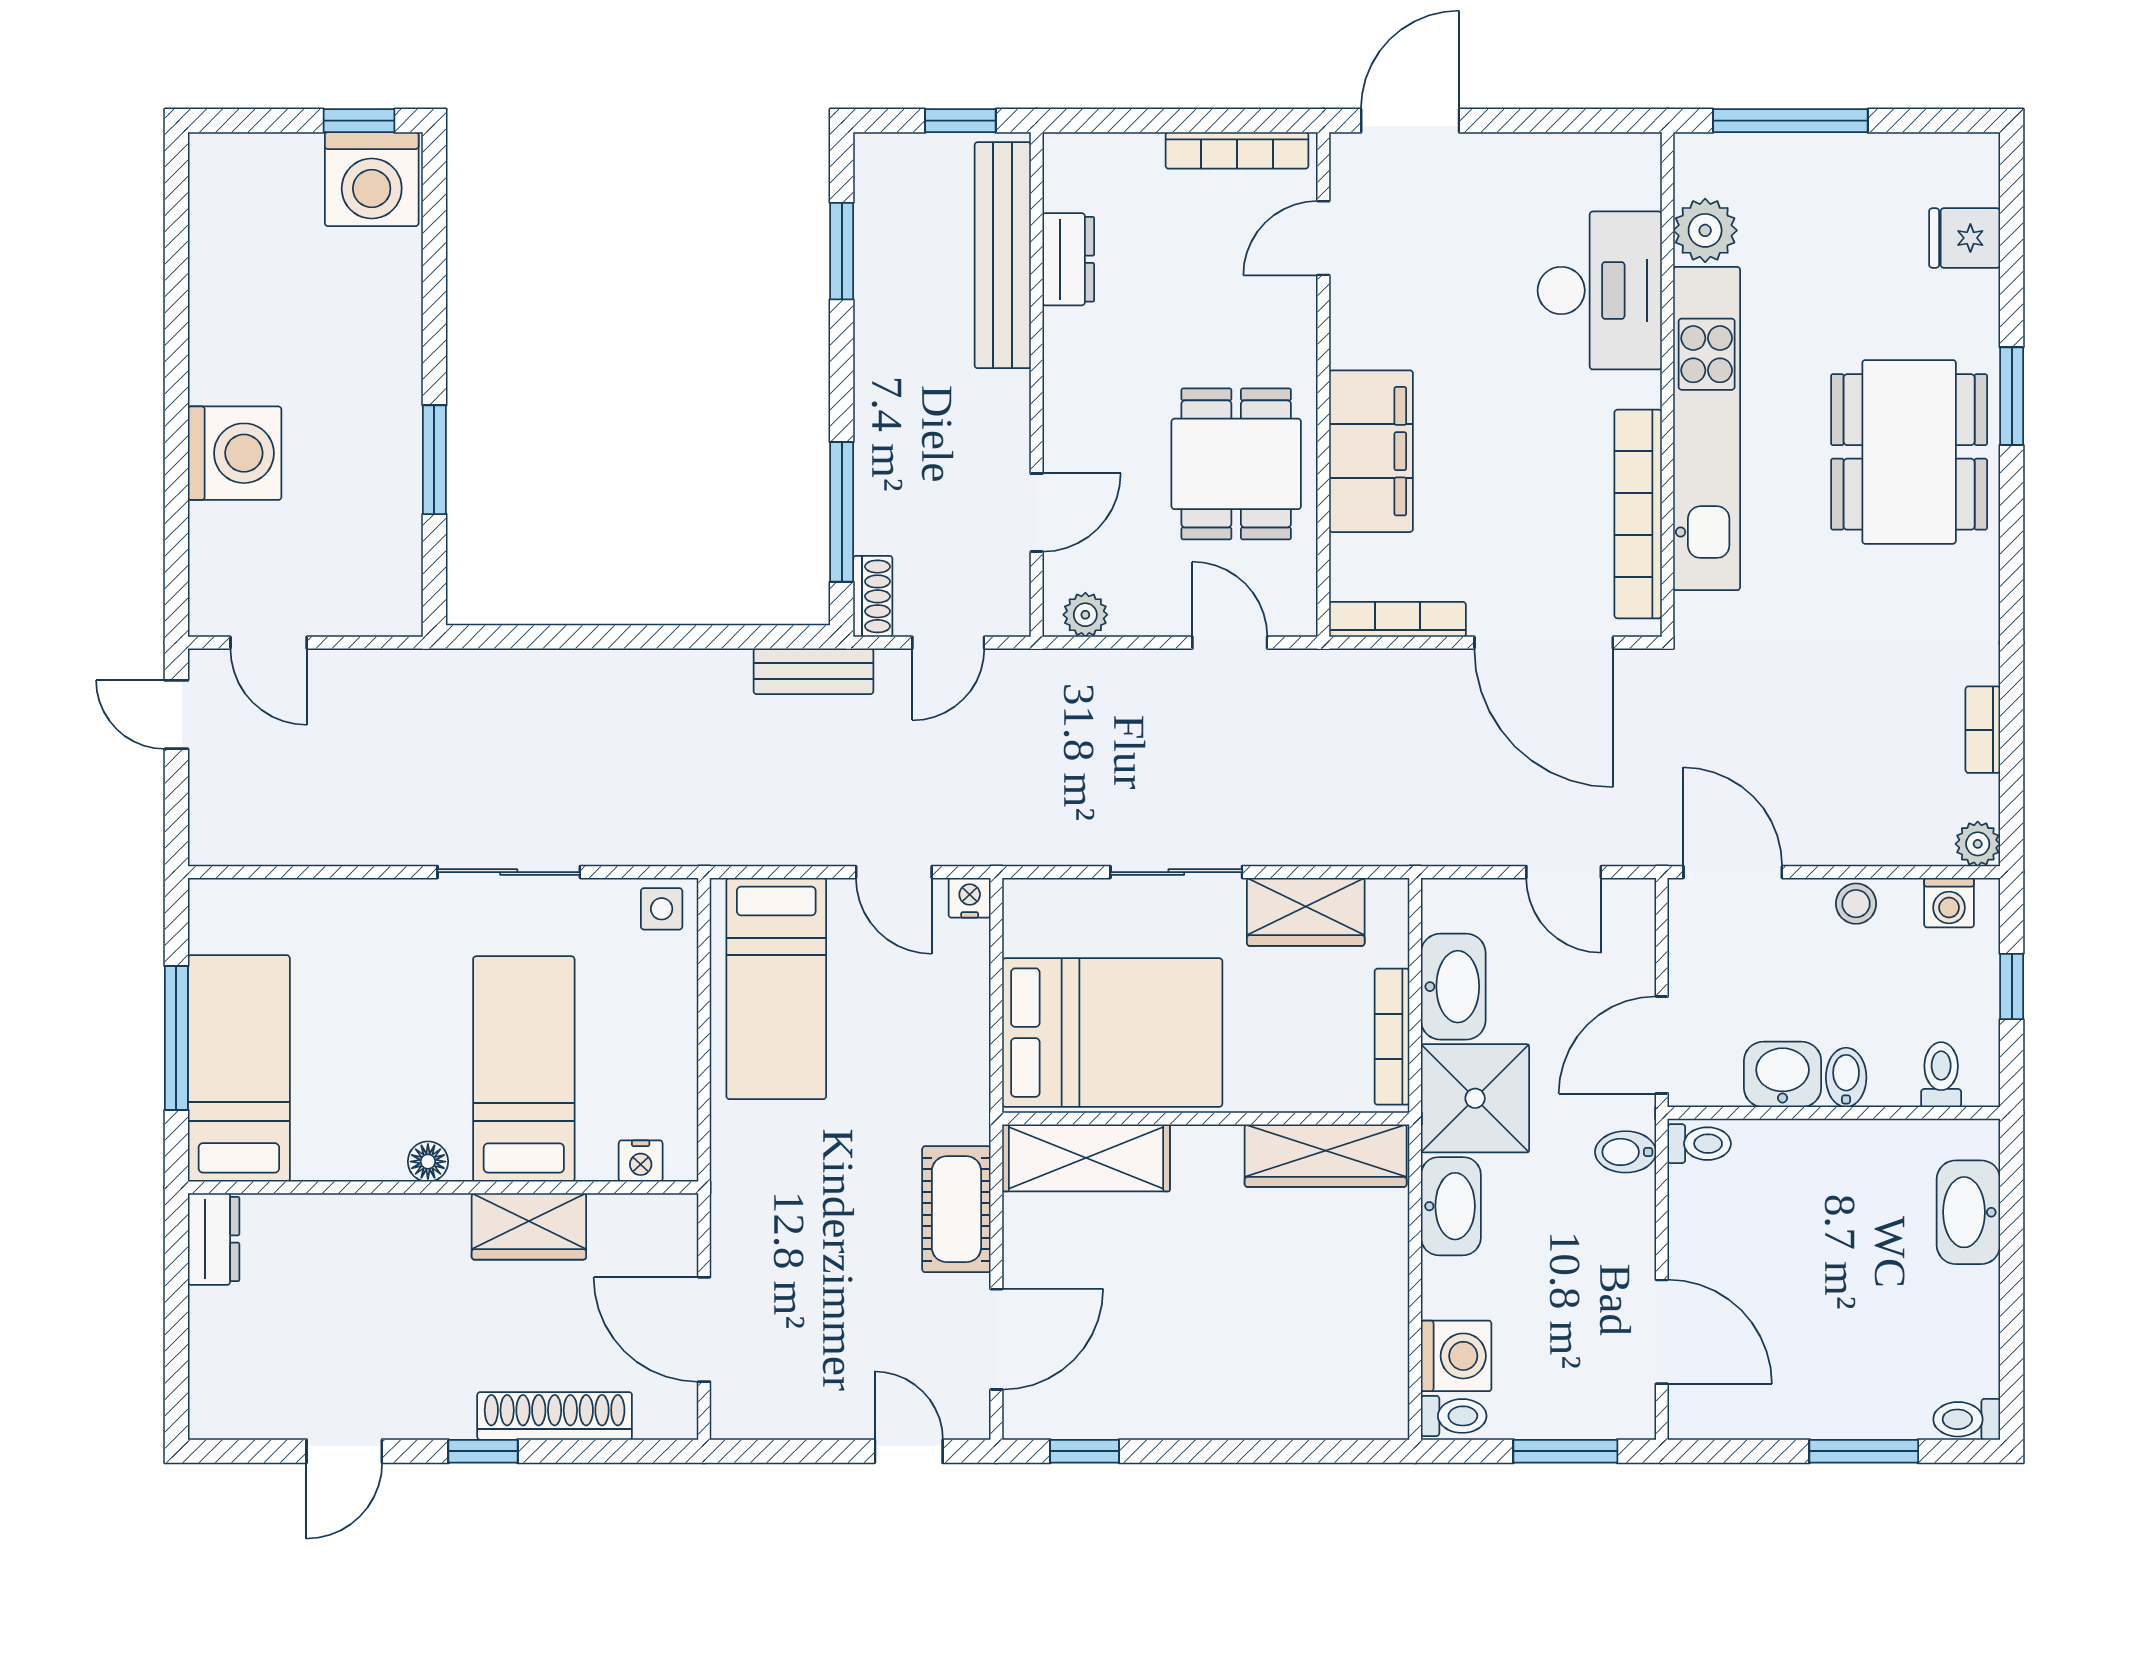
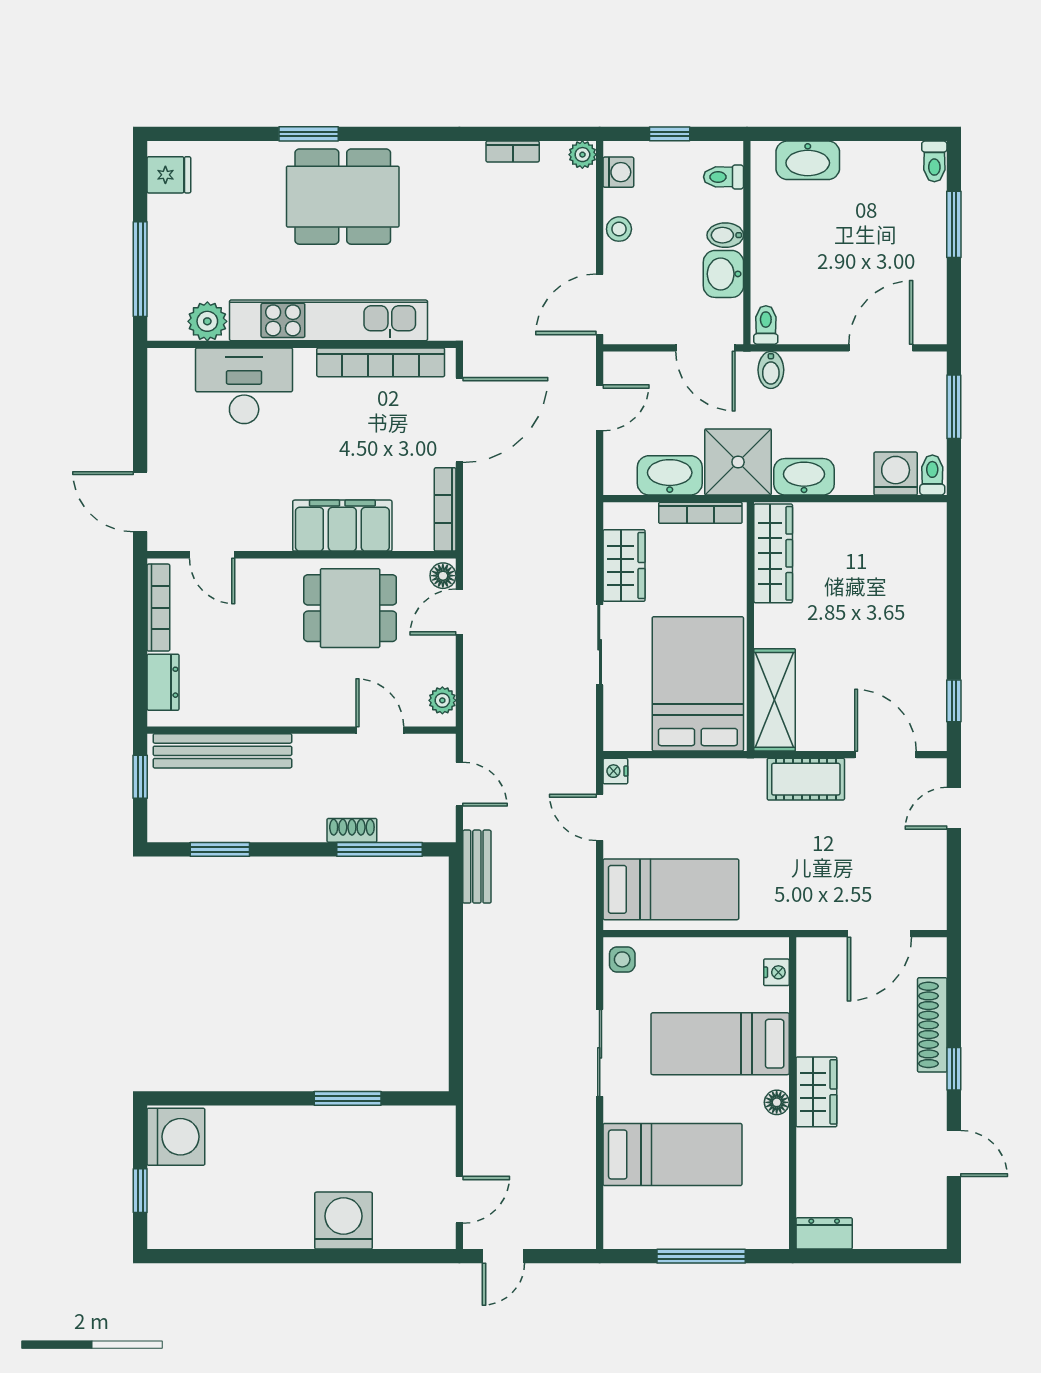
window: (359, 121) -> (140, 1191), moved
fridge: (1965, 238) -> (169, 175), moved, turned -90
dresser: (1068, 259) -> (163, 682), moved, turned 90
shoe rack: (873, 596) -> (352, 830), moved
floor lamp: (1289, 616) -> (443, 576), added
door: (894, 872) -> (600, 817), swing flipped
bed: (239, 1068) -> (672, 1155), moved, turned 180
wardrobe: (529, 1226) -> (816, 1092), moved

